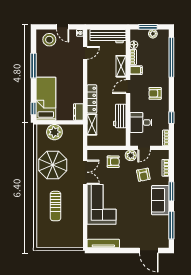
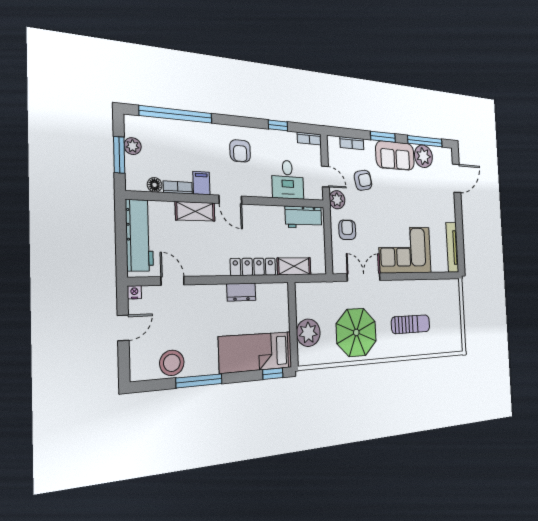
stool: (49, 40) -> (172, 363), moved
dresser: (78, 112) -> (241, 292), moved
workbench: (120, 116) -> (304, 217), moved
plant: (162, 223) -> (423, 156), added

